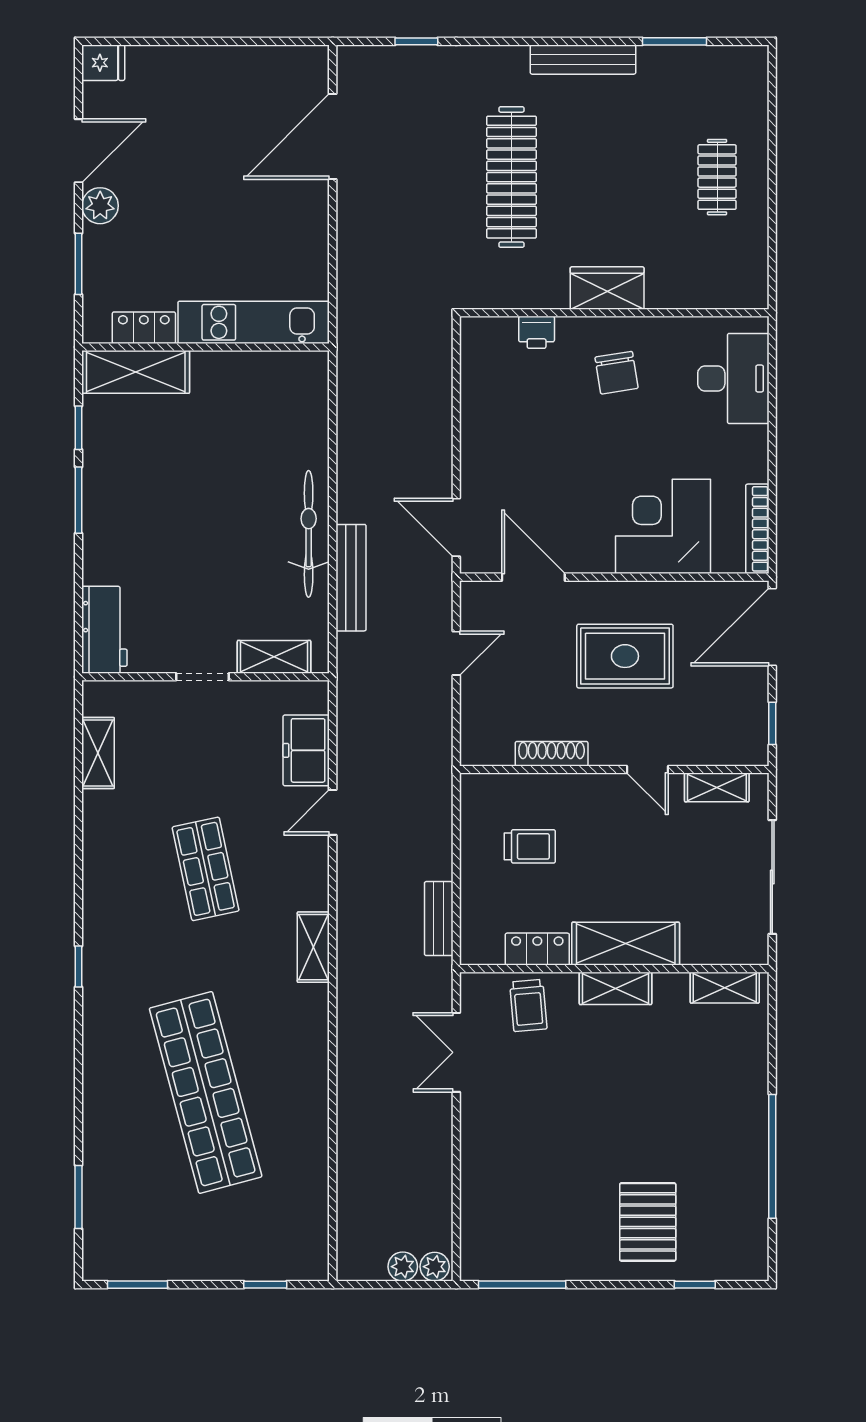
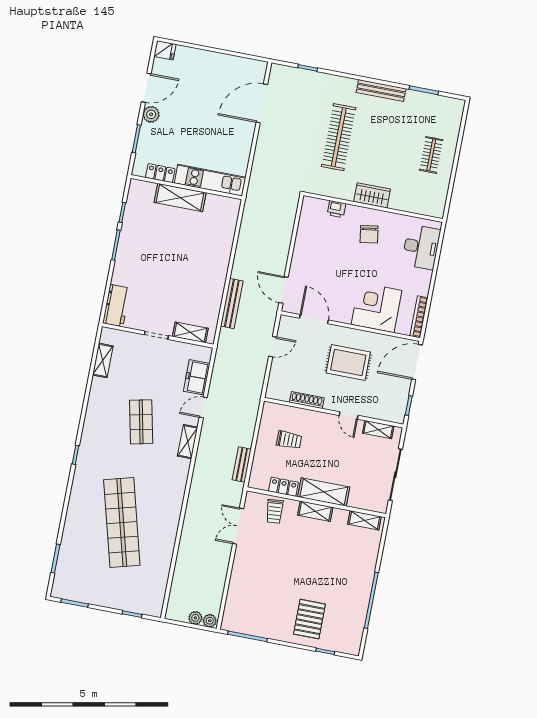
shelving: (136, 372) -> (180, 198), moved
bicycle: (309, 534) -> (217, 280), removed
shelving: (313, 947) -> (188, 442), moved

